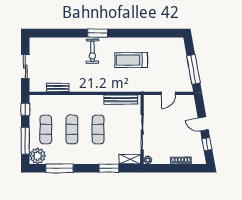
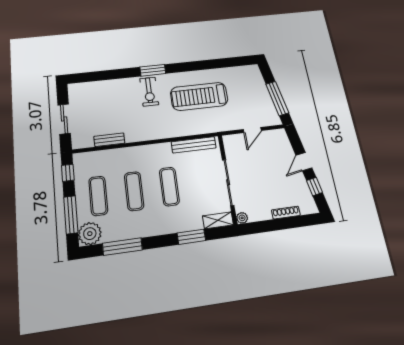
treadmill: (131, 60) -> (199, 96), width x1.37, depth x1.38
door: (203, 124) -> (304, 162), hinge flipped

